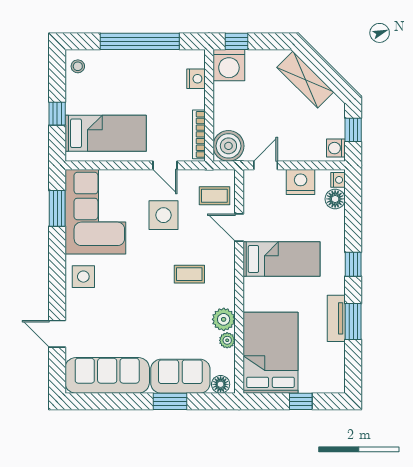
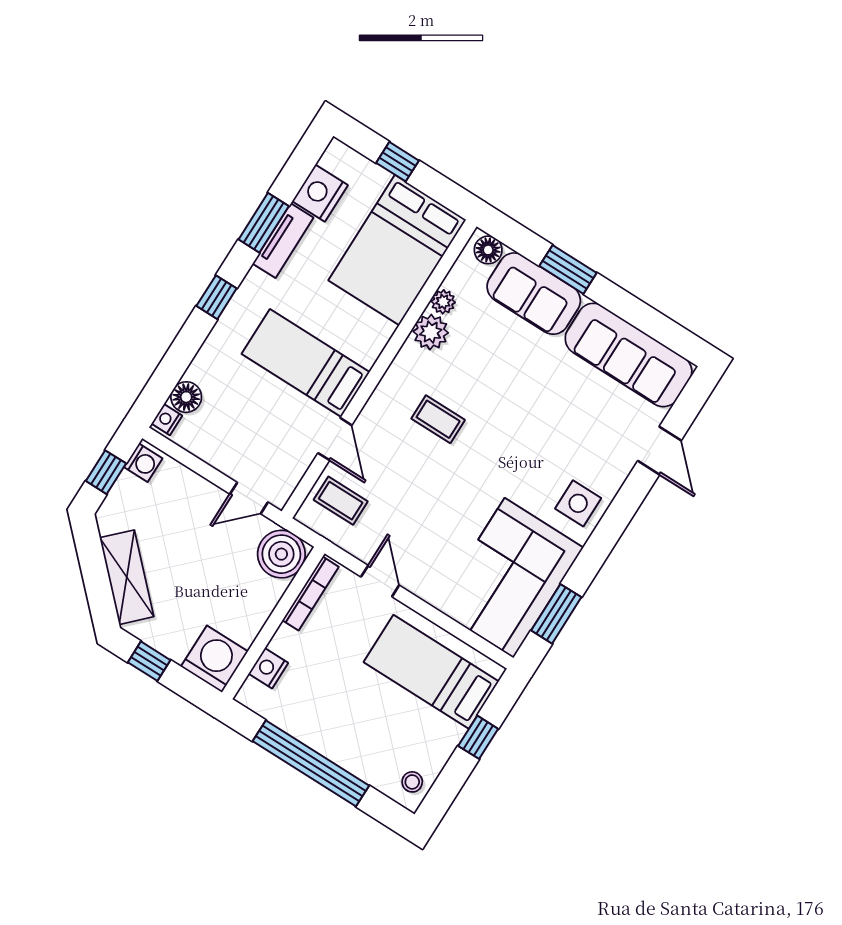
window: (236, 41) -> (149, 661), moved
nightstand: (301, 182) -> (320, 193), moved, turned 90
side table: (164, 215) -> (423, 517), removed

